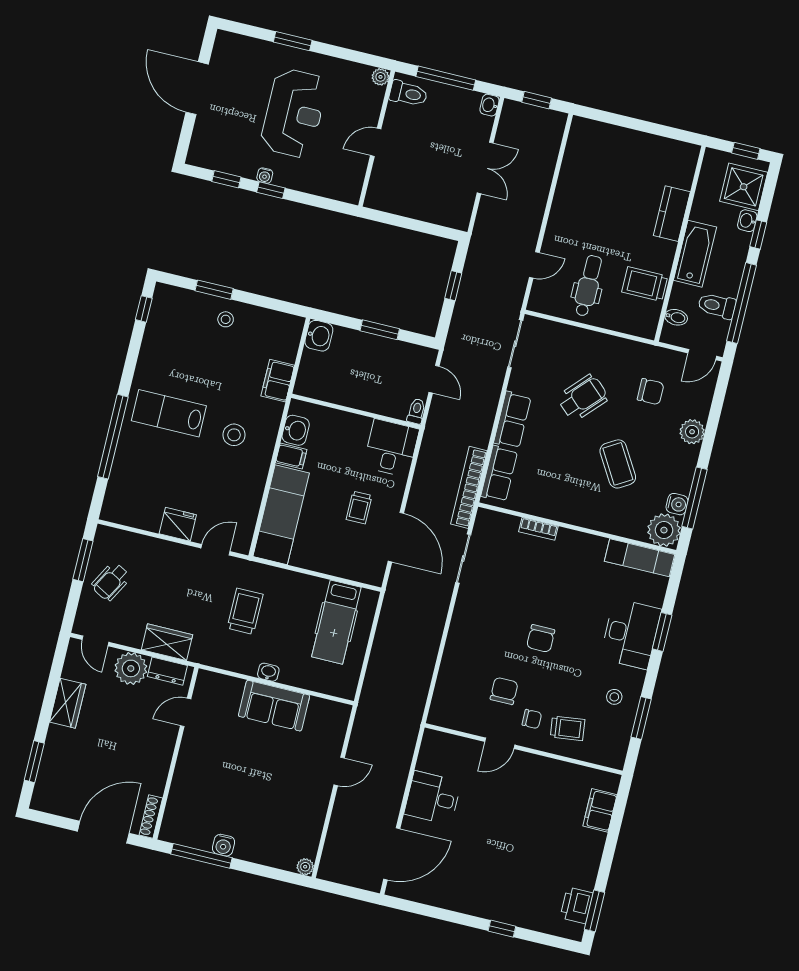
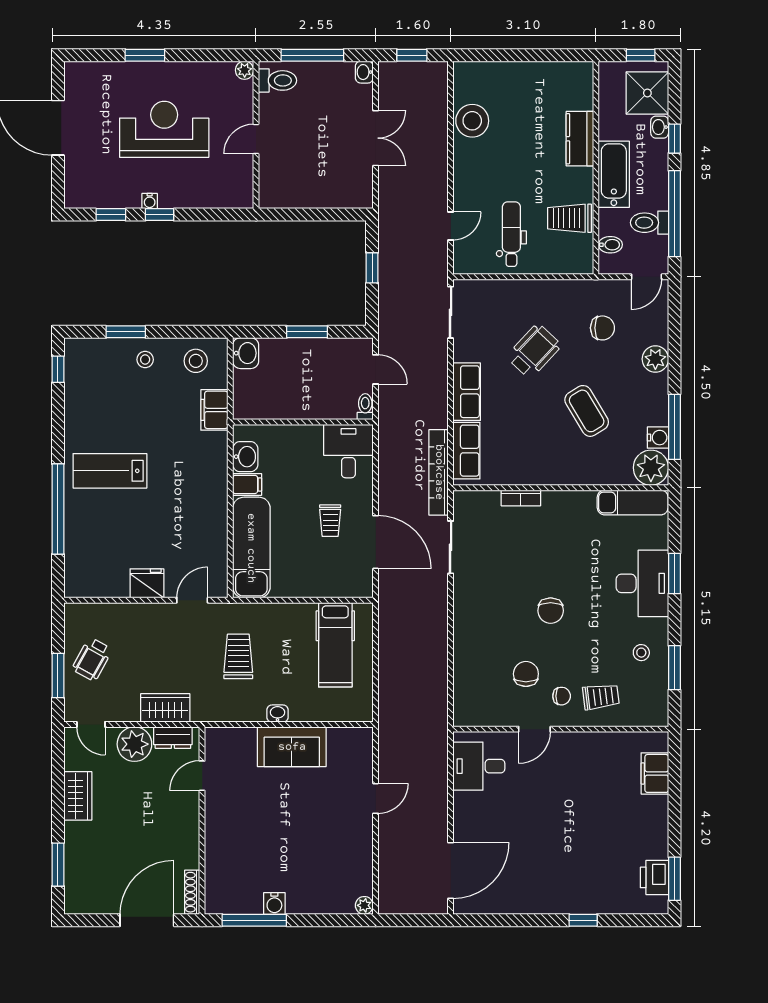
reception desk: (294, 113) -> (164, 129), turned -90
stool: (577, 173) -> (472, 121), added
stool: (234, 435) -> (196, 361), moved
window: (83, 560) -> (58, 676), moved
desk: (433, 798) -> (479, 766), moved

